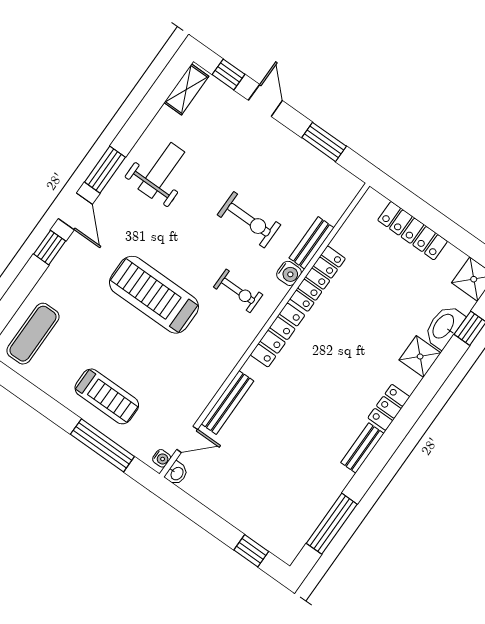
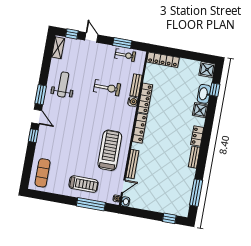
locker: (413, 231) -> (163, 60), moved
exercise bike: (238, 291) -> (125, 55), moved
treadmill: (154, 295) -> (110, 150), moved, turned 90

